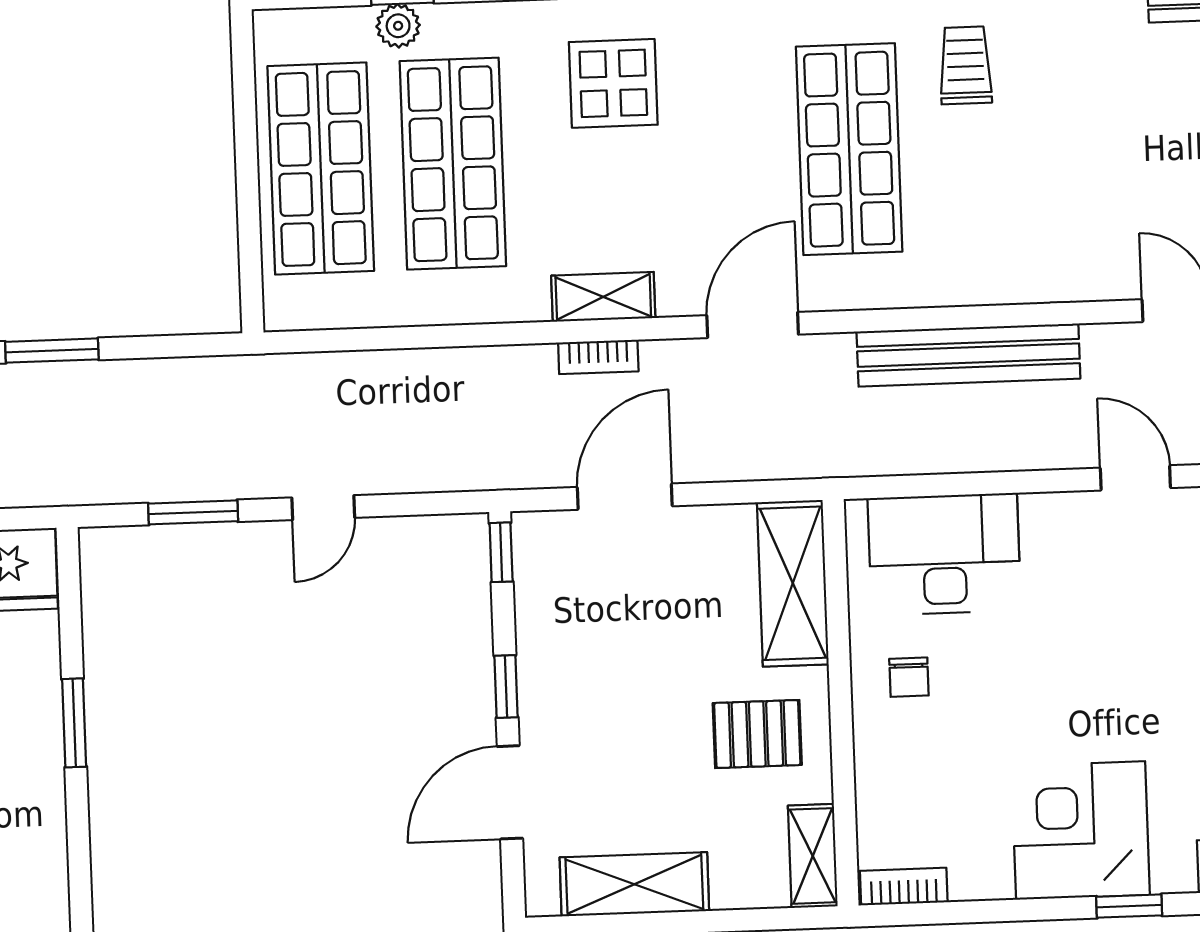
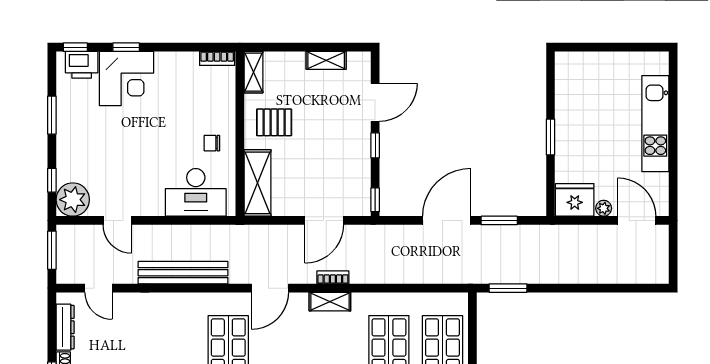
window: (52, 351) -> (508, 288), moved
door: (323, 508) -> (446, 220), width x1.87
chair: (909, 677) -> (212, 143), turned -90
corner desk: (1081, 830) -> (127, 79), moved
shelving: (634, 884) -> (326, 60), width x0.67, depth x0.75

